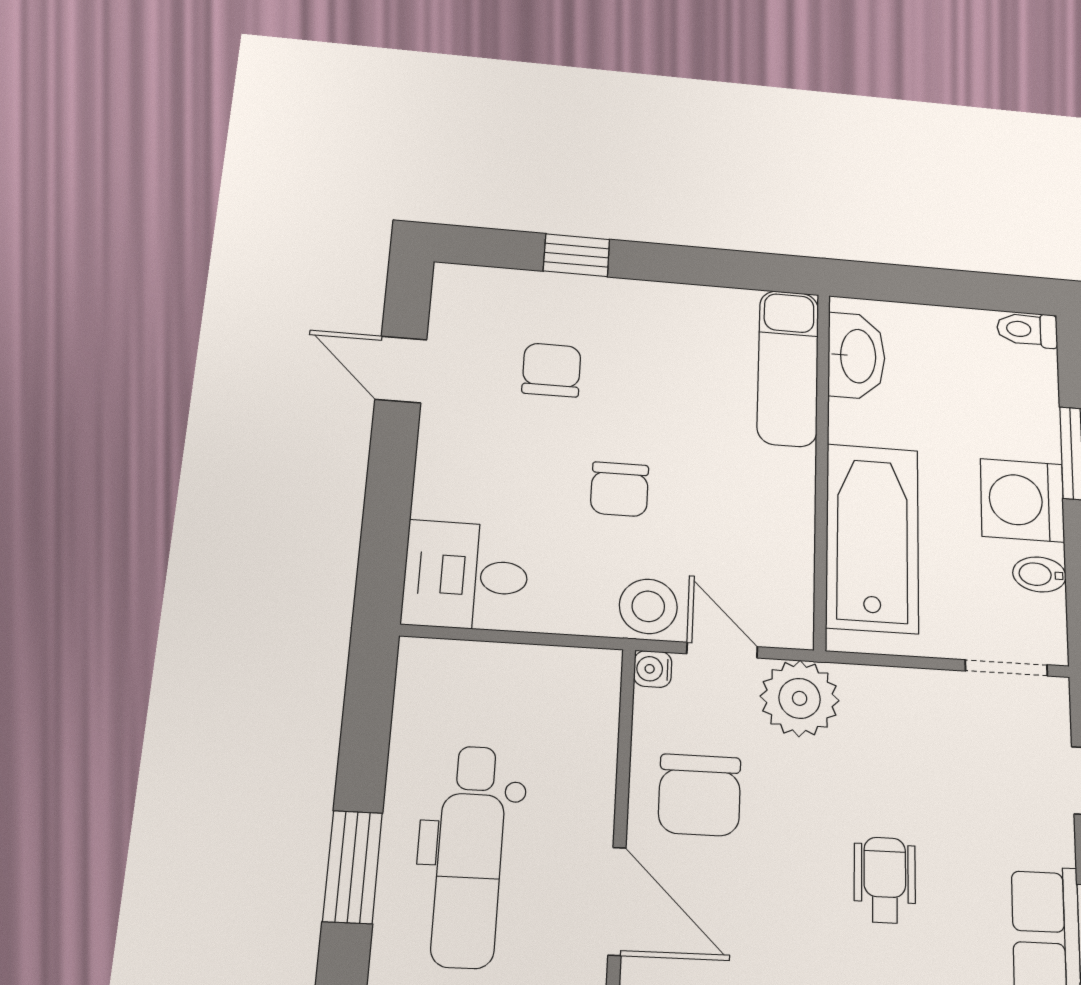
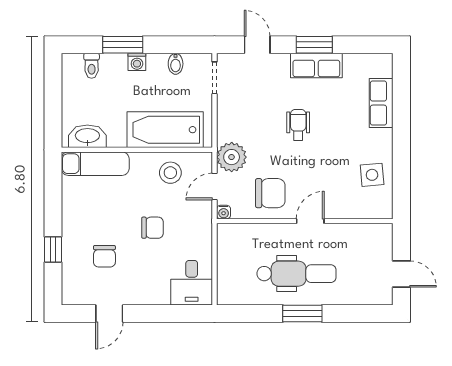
toilet: (1027, 330) -> (92, 66), moved
chair: (552, 370) -> (104, 256), turned -90
washing machine: (1022, 500) -> (137, 62), width x0.53, depth x0.53
stool: (648, 606) -> (170, 173), moved
wheelchair: (885, 880) -> (298, 125), turned 90
door: (617, 901) -> (310, 221), width x0.73

